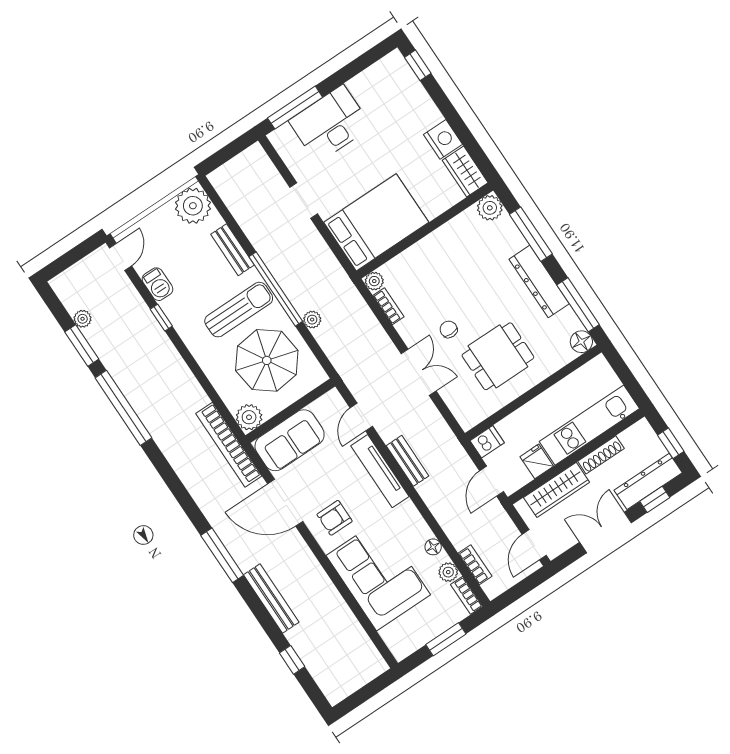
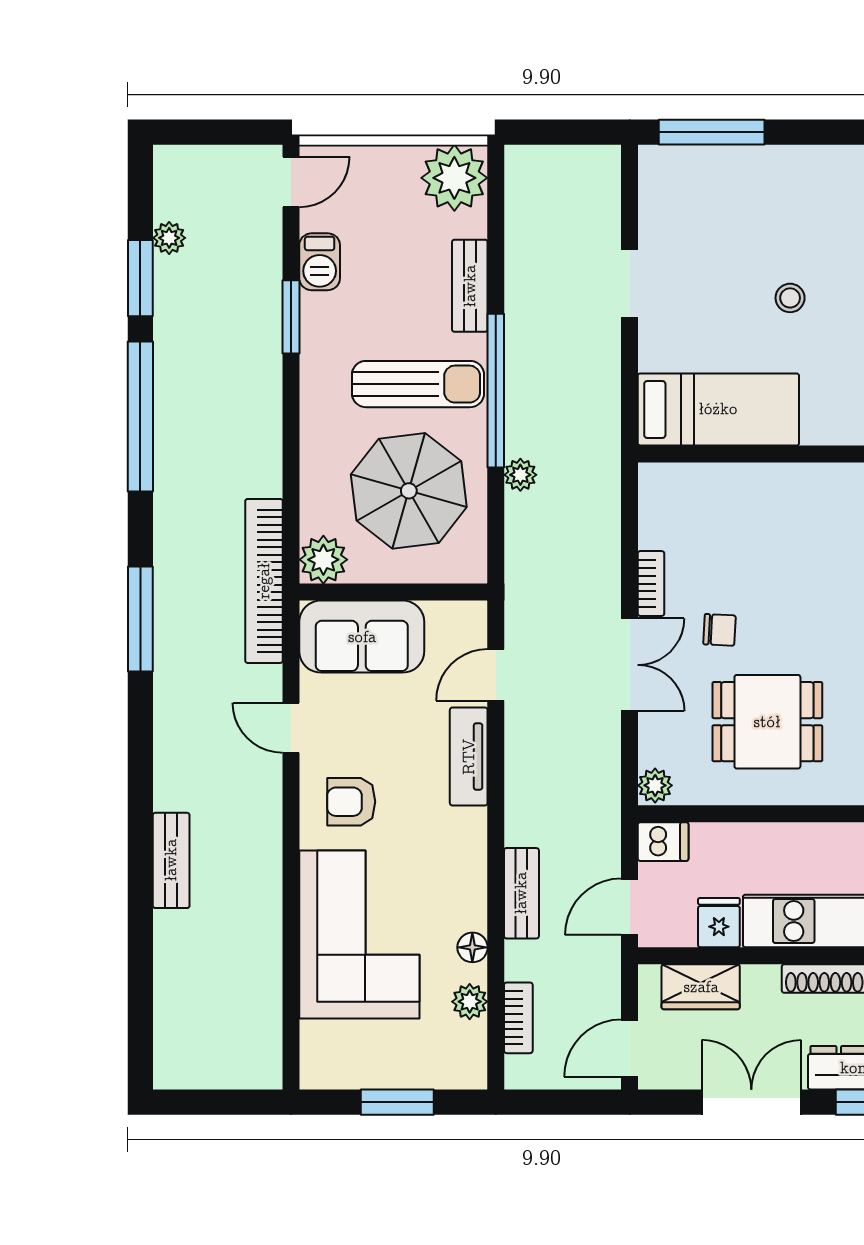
desk: (330, 124) -> (749, 193), removed
stool: (380, 159) -> (790, 298), added
bed: (376, 222) -> (718, 409), width x0.67
plant: (374, 281) -> (655, 785), moved
bookcase: (388, 306) -> (651, 584), moved
window: (161, 318) -> (291, 317), width x1.50
chair: (449, 329) -> (720, 630), turned 93
bench: (407, 461) -> (521, 893), moved
tv unit: (380, 471) -> (469, 757), width x0.71
wardrobe: (557, 490) -> (701, 987), width x0.67
door: (285, 503) -> (291, 728), width x0.53
window: (222, 555) -> (140, 619), moved
bookcase: (467, 595) -> (474, 1056), removed
bench: (271, 599) -> (171, 860), width x0.73
window: (292, 660) -> (140, 976), removed

